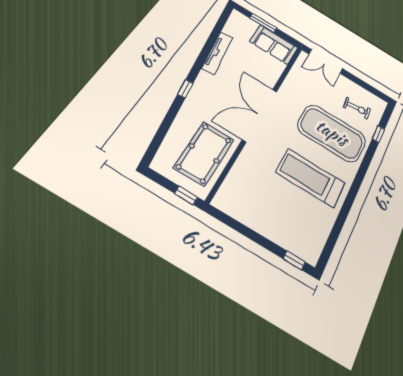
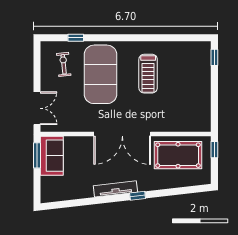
window: (263, 23) -> (37, 155), moved
tv unit: (217, 53) -> (115, 189), moved
treadmill: (311, 178) -> (148, 74), width x0.73, depth x0.73

